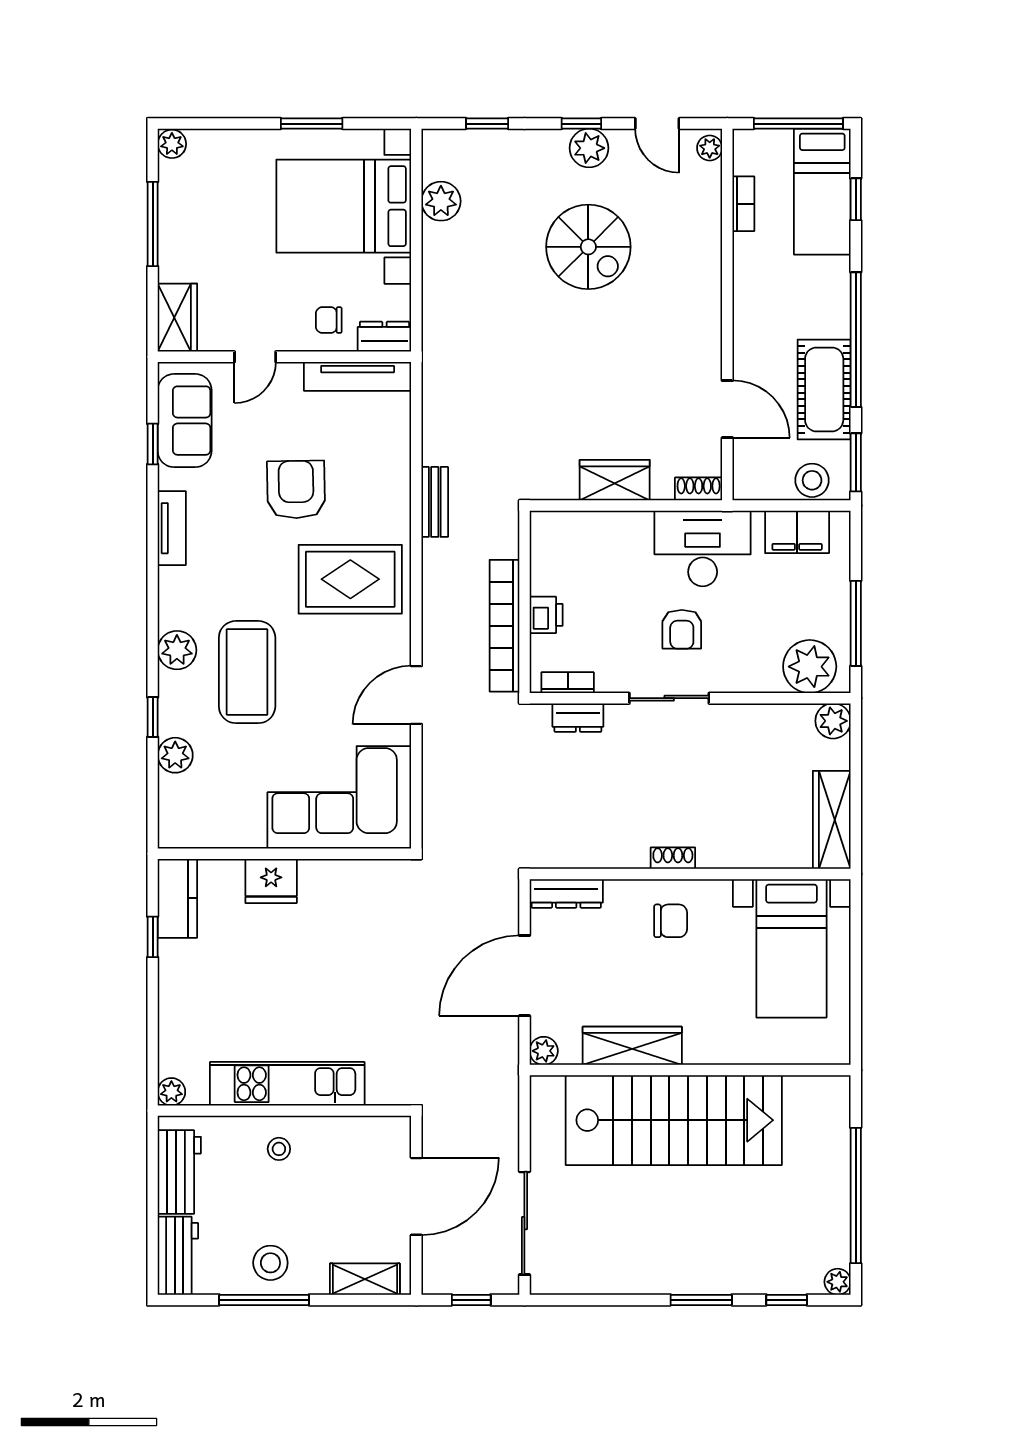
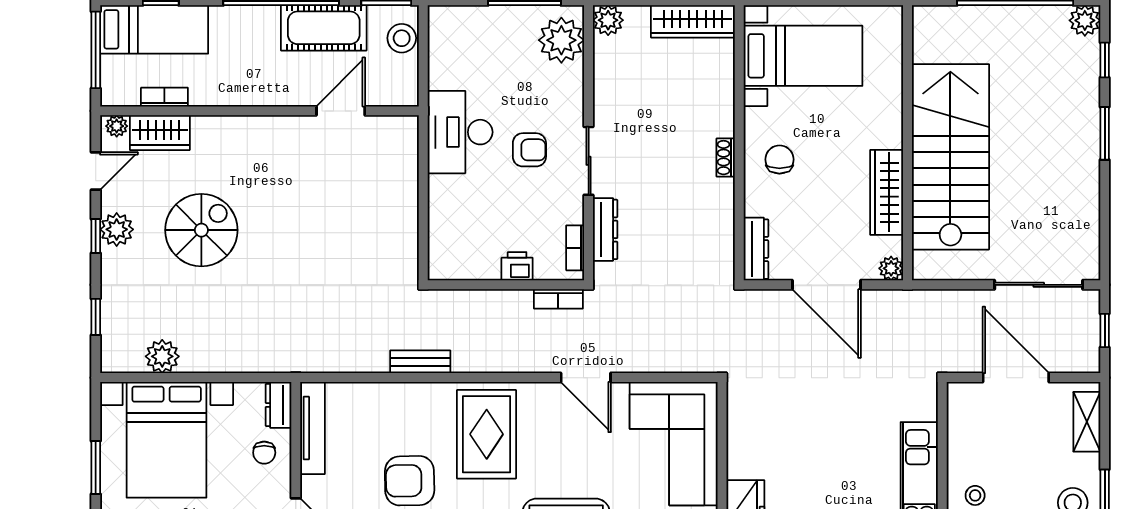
wardrobe: (615, 480) -> (160, 133), moved, turned -90
shoe rack: (699, 489) -> (409, 136), removed
filing cabinet: (797, 532) -> (446, 51), removed
bookcase: (504, 626) -> (558, 299), width x0.43, depth x0.76
dresser: (578, 718) -> (605, 229), width x1.44
plant: (838, 1282) -> (1085, 20), width x1.38, depth x1.38

